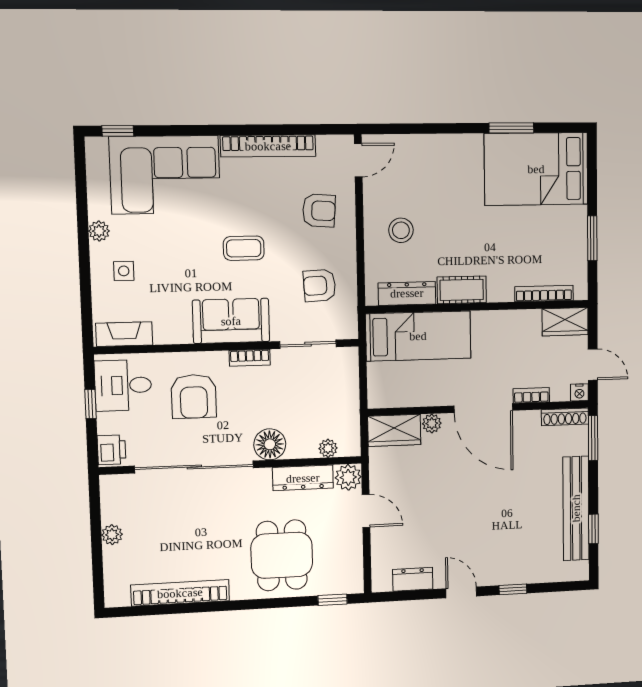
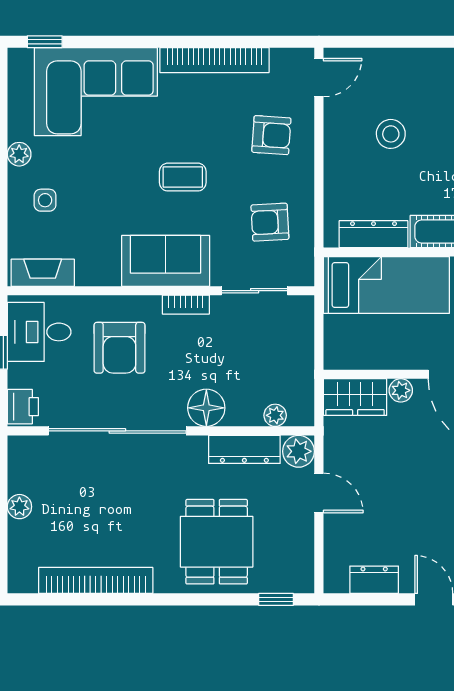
stool: (401, 230) -> (391, 134), moved

